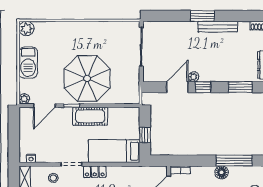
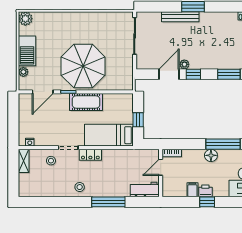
bench: (218, 27) -> (180, 17), moved
plant: (24, 99) -> (23, 72), moved

